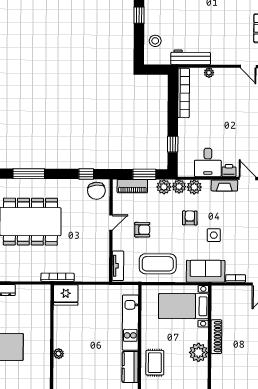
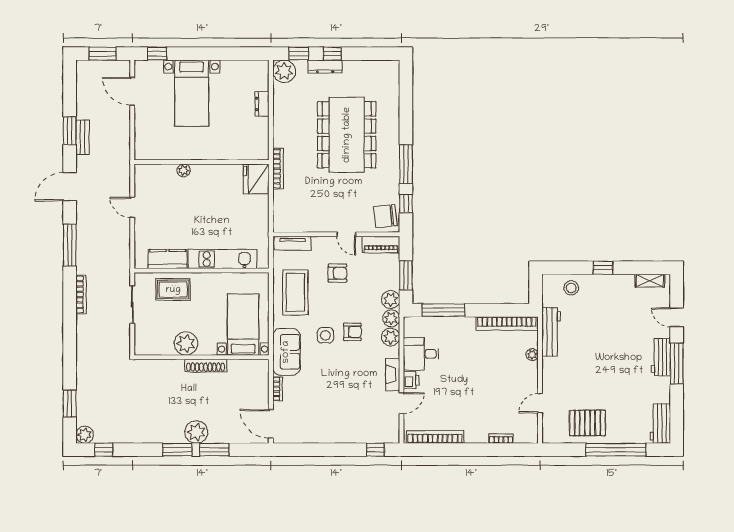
window: (173, 144) -> (443, 310), width x2.17
window: (29, 174) -> (406, 164), moved
piano: (132, 186) -> (381, 245), moved, turned -90
armchair: (142, 230) -> (337, 273), turned -90
side table: (214, 235) -> (325, 335), moved

